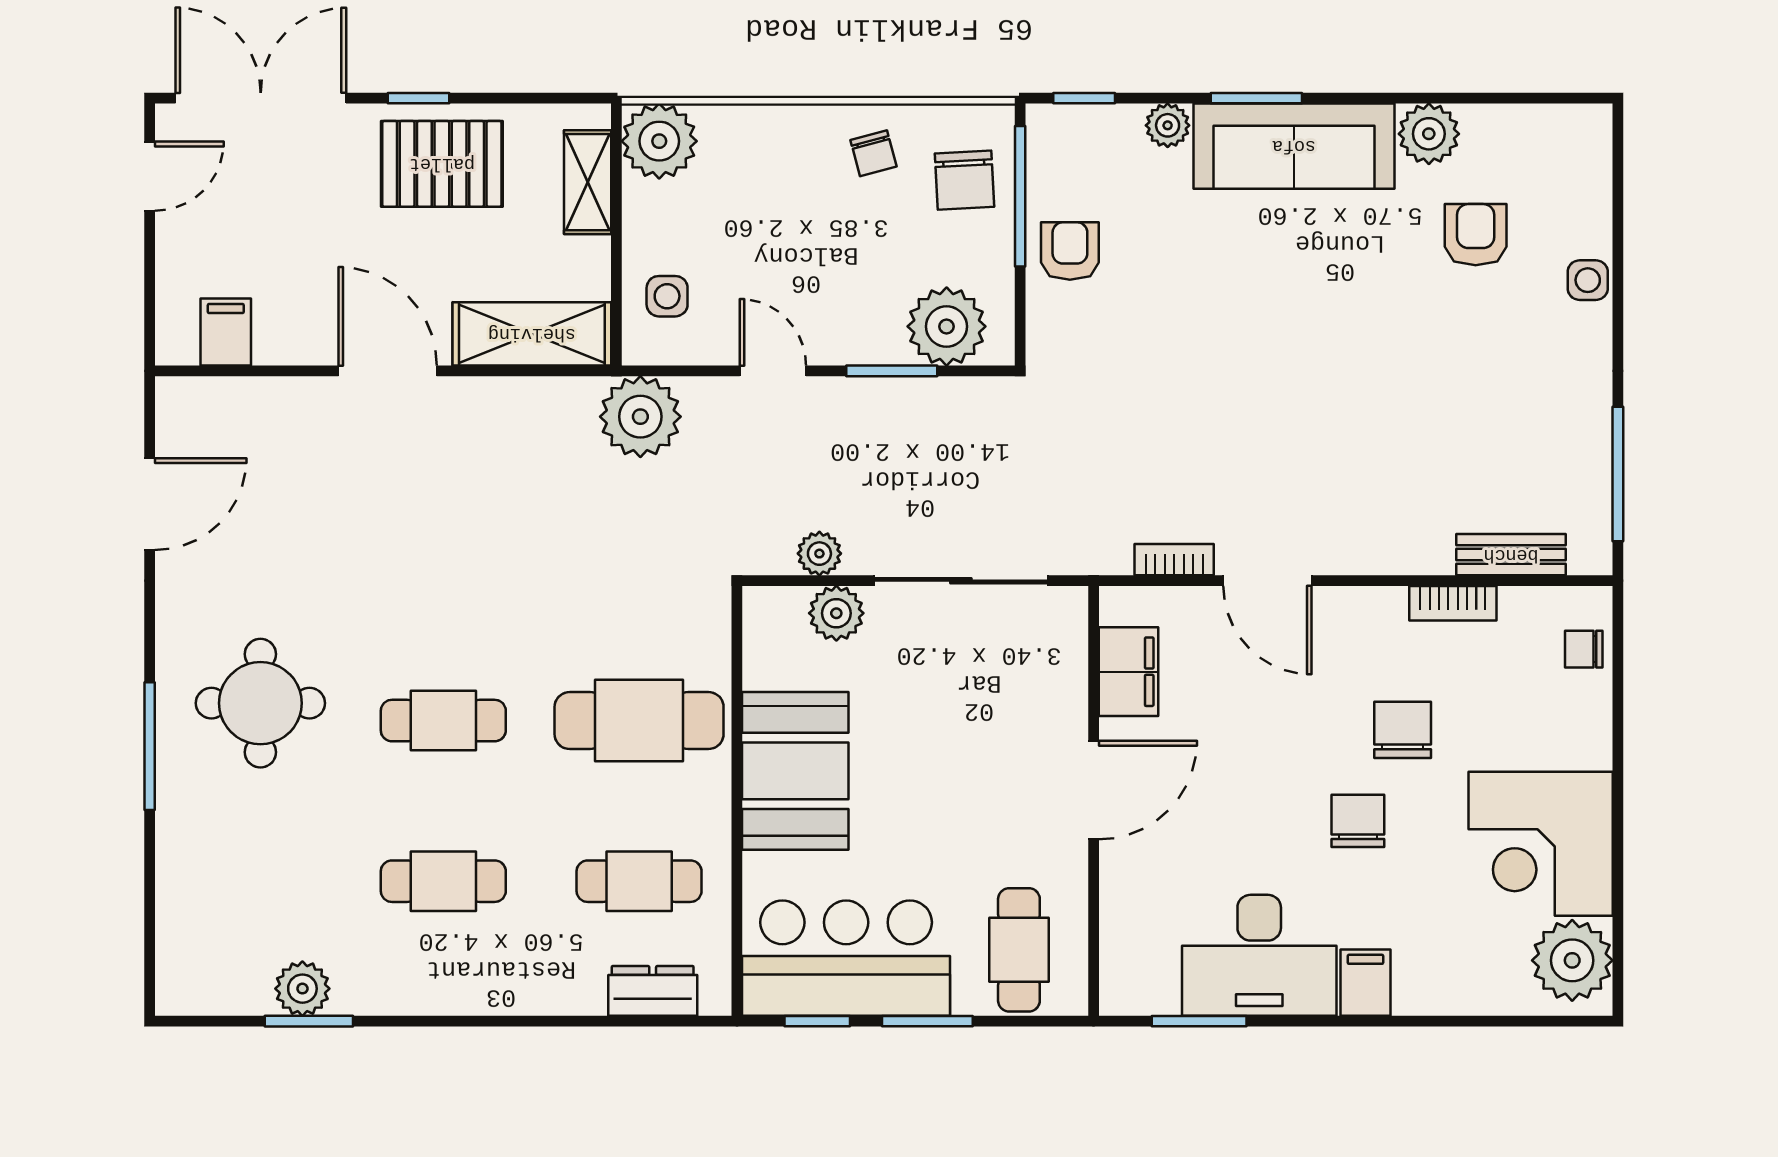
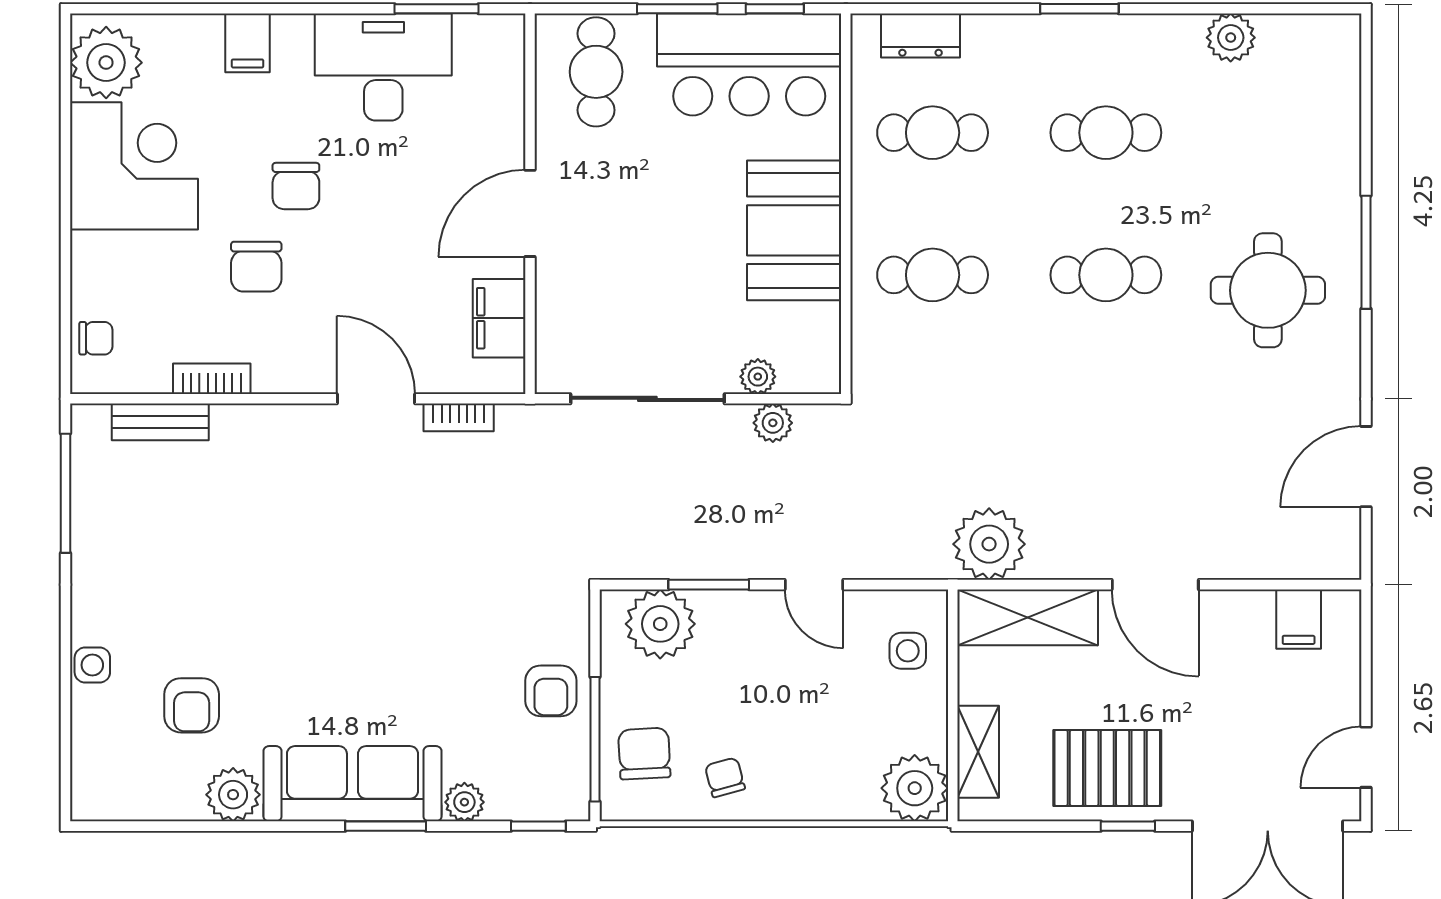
plant: (640, 417) -> (989, 544), moved
plant: (836, 613) -> (758, 377), width x0.73, depth x0.73
cafe table: (639, 721) -> (933, 275), width x0.73, depth x0.74
filing cabinet: (1365, 983) -> (248, 43), moved
window: (309, 1021) -> (1079, 9), moved

